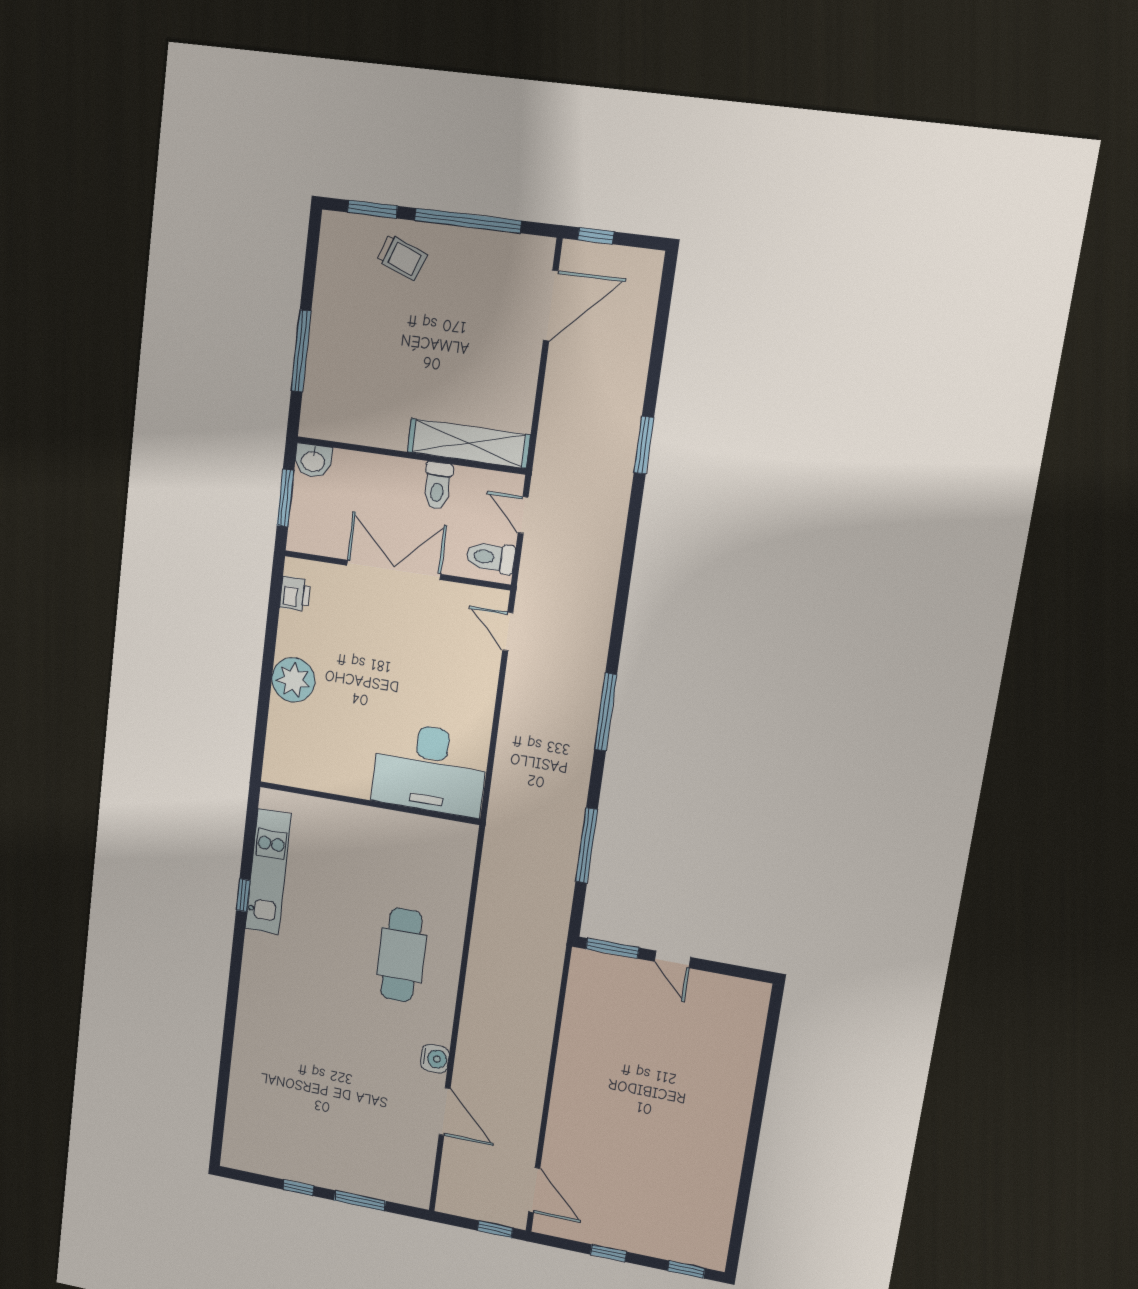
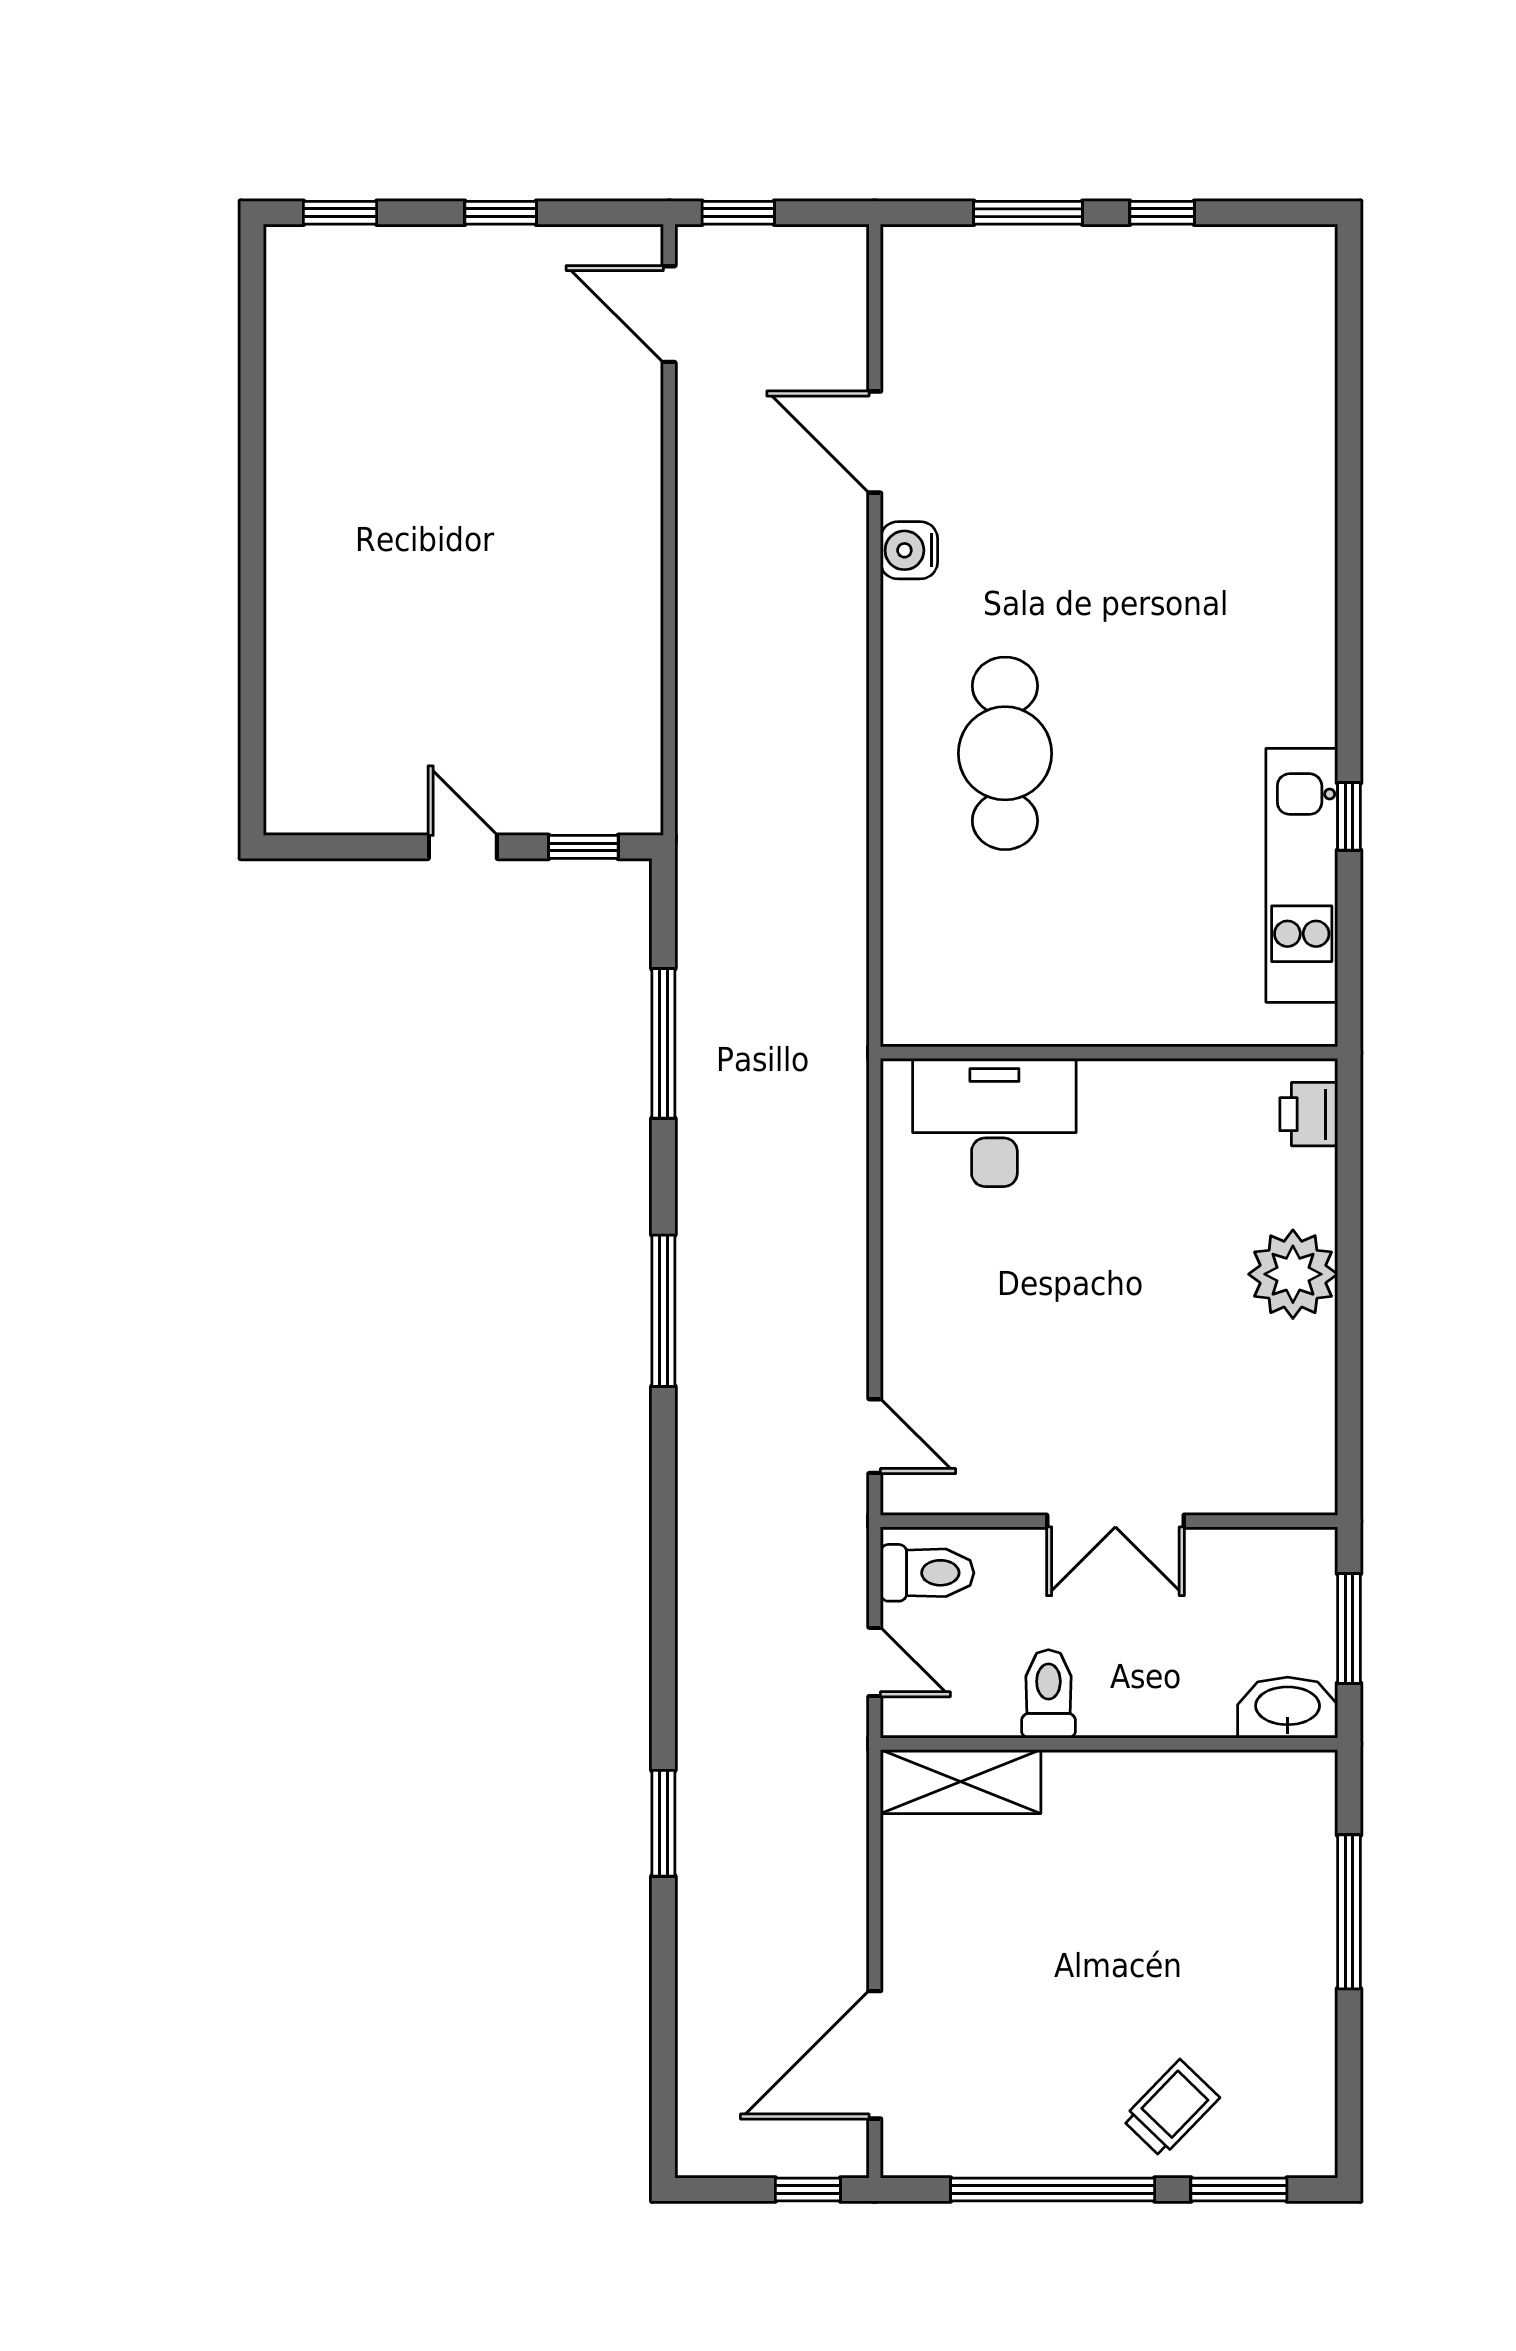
trolley: (402, 257) -> (1171, 2108), turned 113
shelving: (469, 443) -> (961, 1782), width x0.68
washbasin: (313, 461) -> (1288, 1708), width x1.38
double door: (394, 570) -> (1115, 1521), width x0.73
printer: (295, 594) -> (1309, 1114), moved
desk: (430, 769) -> (994, 1122), width x0.73, depth x0.77
window: (612, 948) -> (583, 847), width x0.67

